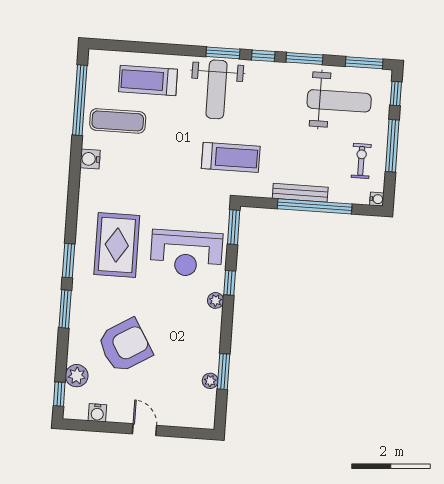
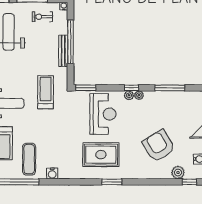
window: (230, 283) -> (131, 88), moved
window: (65, 309) -> (140, 182), removed
window: (224, 372) -> (170, 88), width x1.44
plant: (210, 381) -> (139, 95), moved

